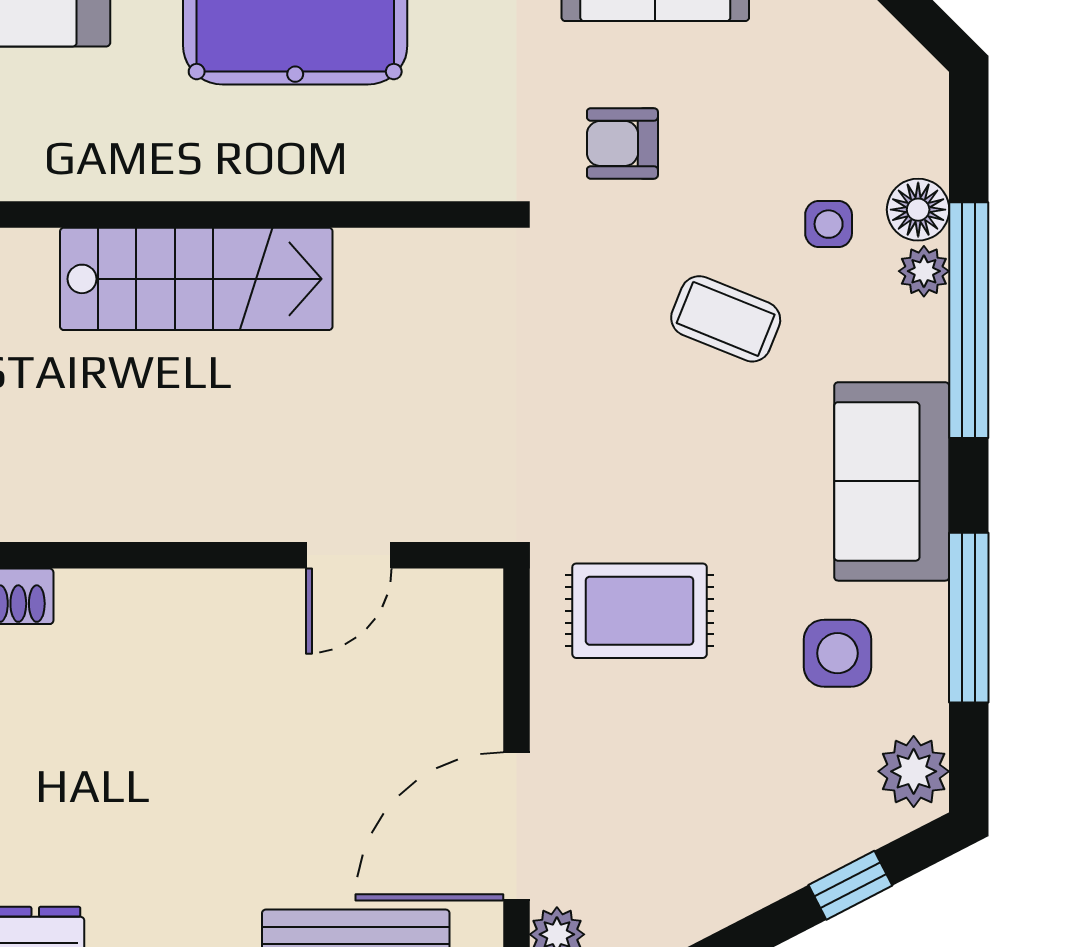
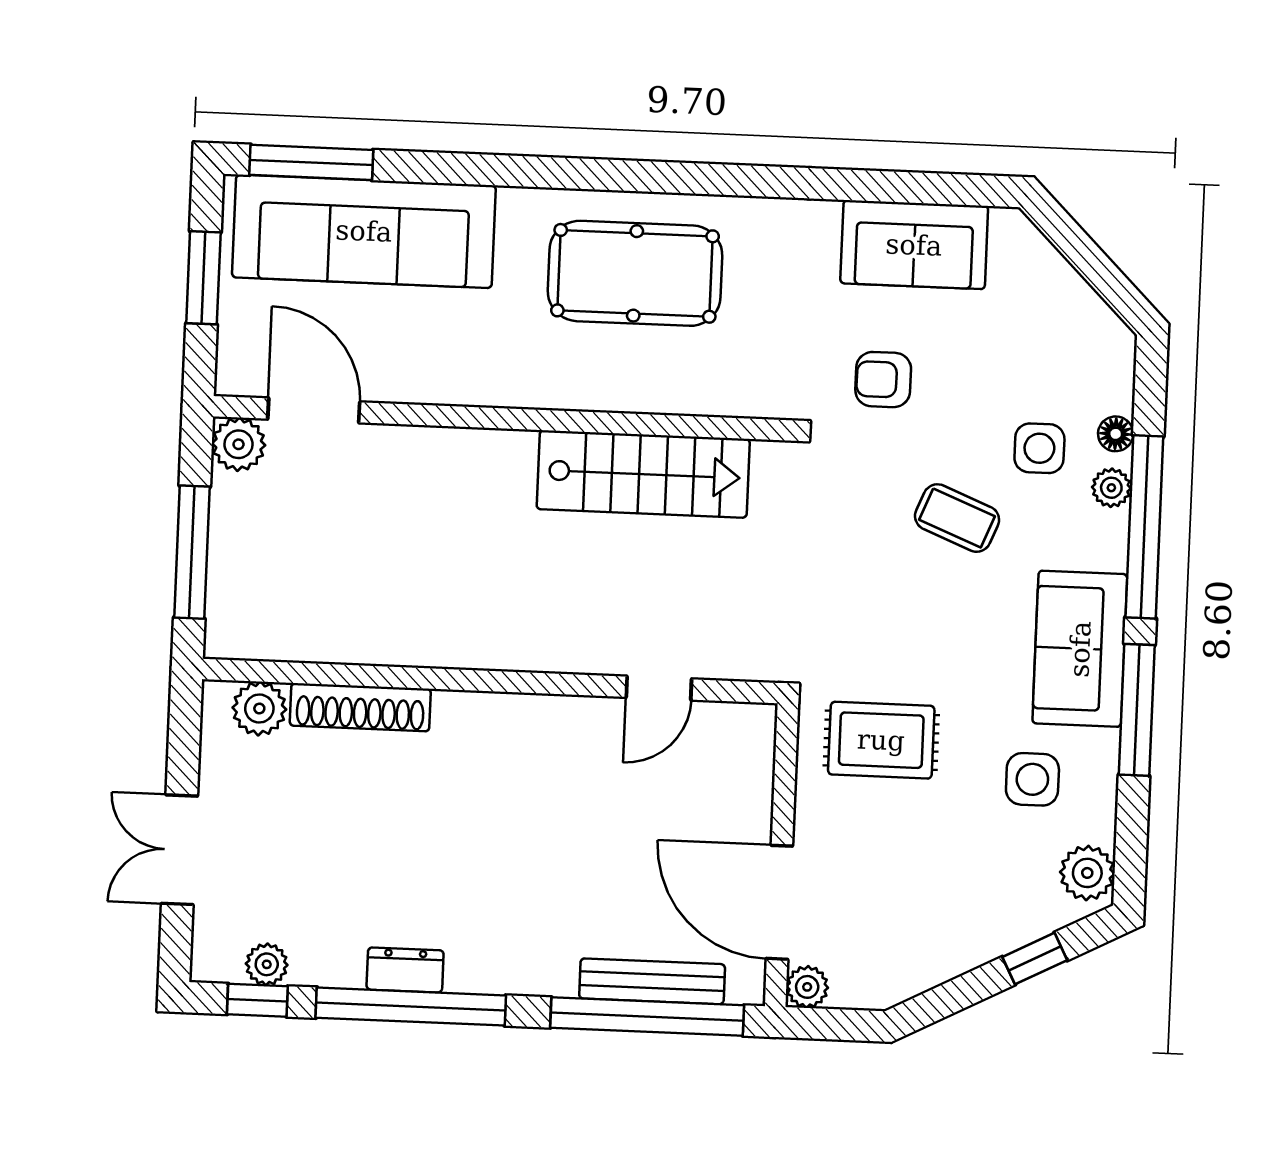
floor lamp: (918, 210) -> (1116, 434), width x0.73, depth x0.73
side table: (829, 224) -> (1039, 448), width x1.37, depth x1.37
stairs: (196, 279) -> (643, 474), moved
window: (969, 618) -> (1137, 710), moved
door: (517, 826) -> (779, 902), hinge flipped

